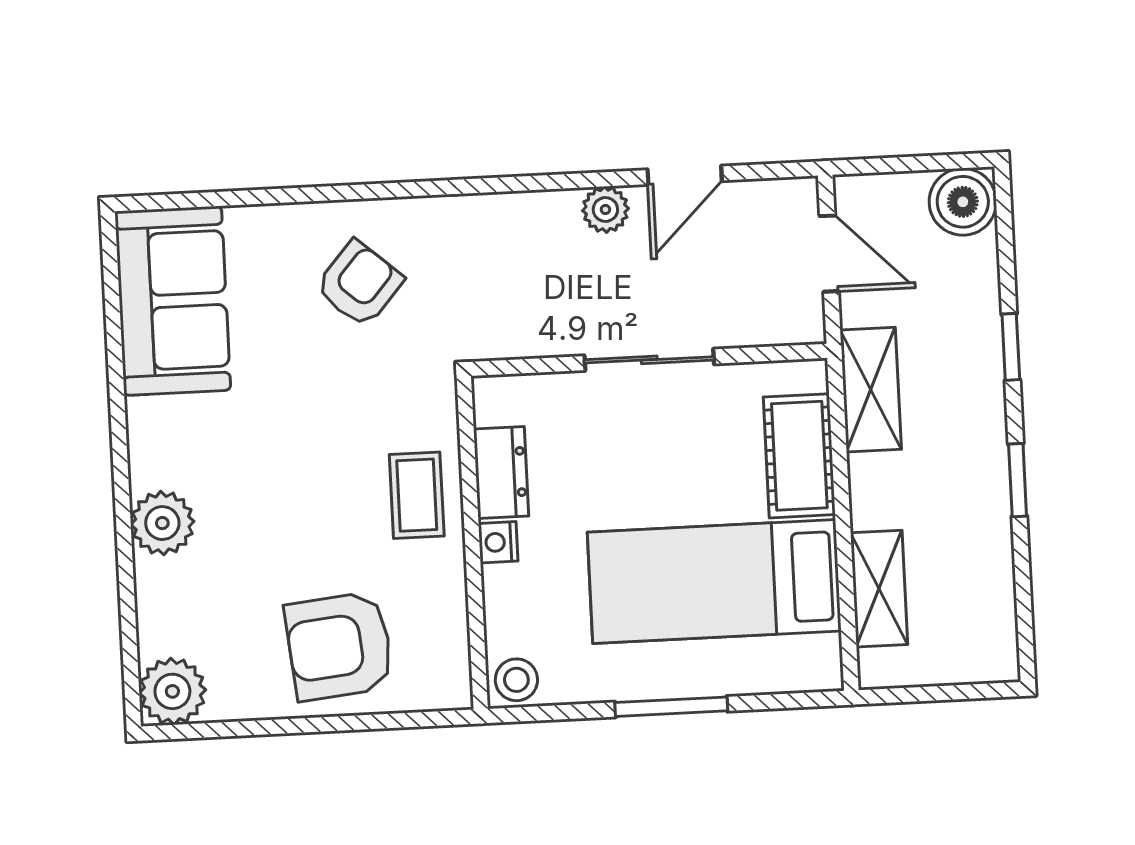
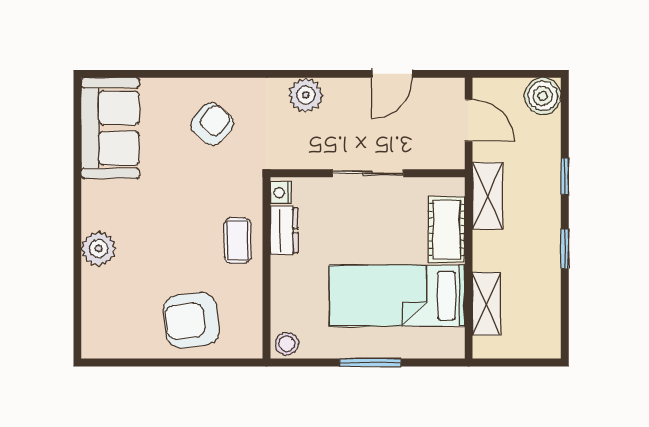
plant: (605, 209) -> (306, 95), moved, width x1.38, depth x1.38
nightstand: (498, 542) -> (281, 193), moved
plant: (172, 691) -> (99, 340), removed

